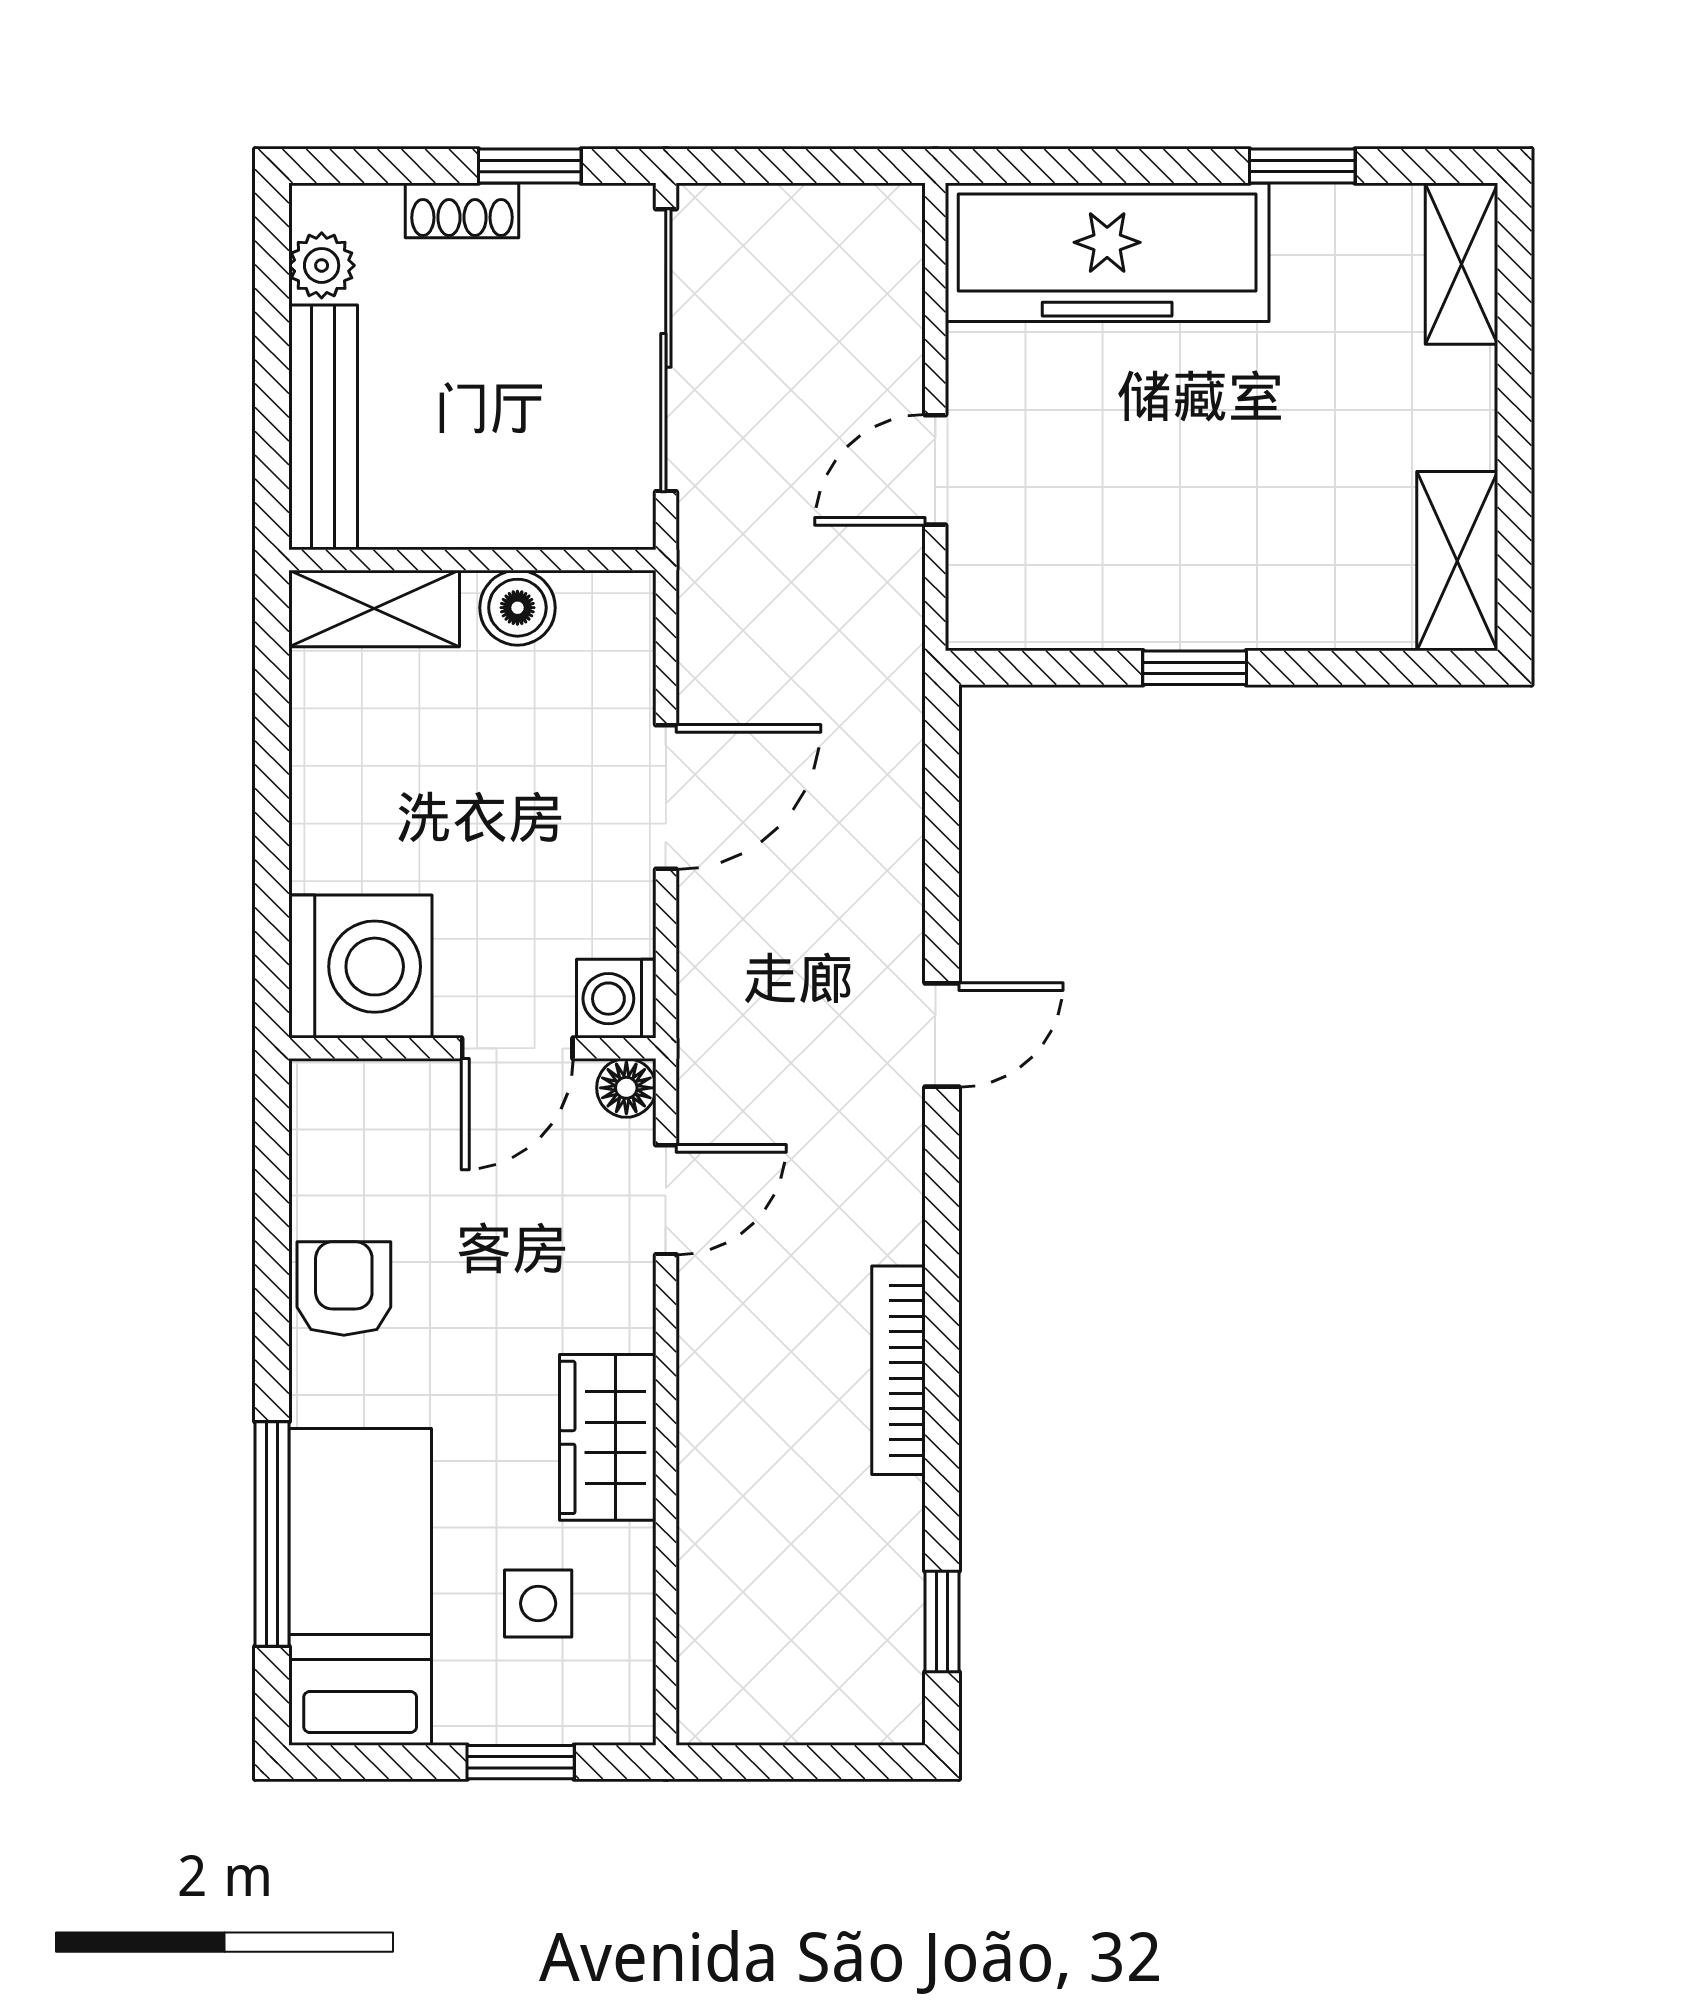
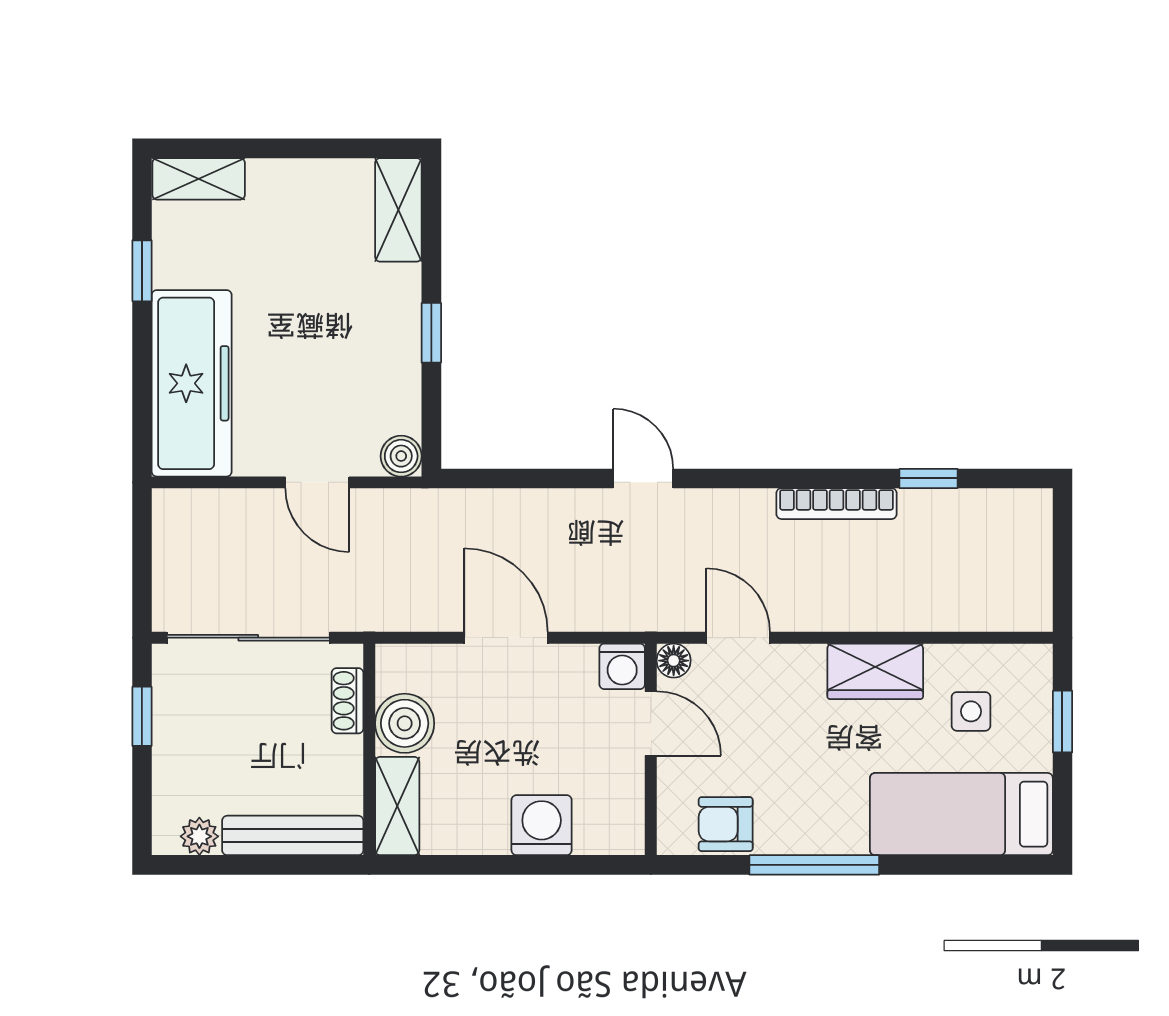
shoe rack: (462, 210) -> (347, 701), moved, turned 180
shelving: (1457, 561) -> (398, 210), moved, turned 90
boiler: (517, 608) -> (405, 723), width x1.36, depth x1.36
boiler: (981, 615) -> (401, 456), added
washing machine: (360, 967) -> (542, 825), moved, width x0.73, depth x0.73
armchair: (344, 1288) -> (726, 824), moved
window: (272, 1534) -> (814, 865), moved
window: (942, 1621) -> (928, 478), moved

